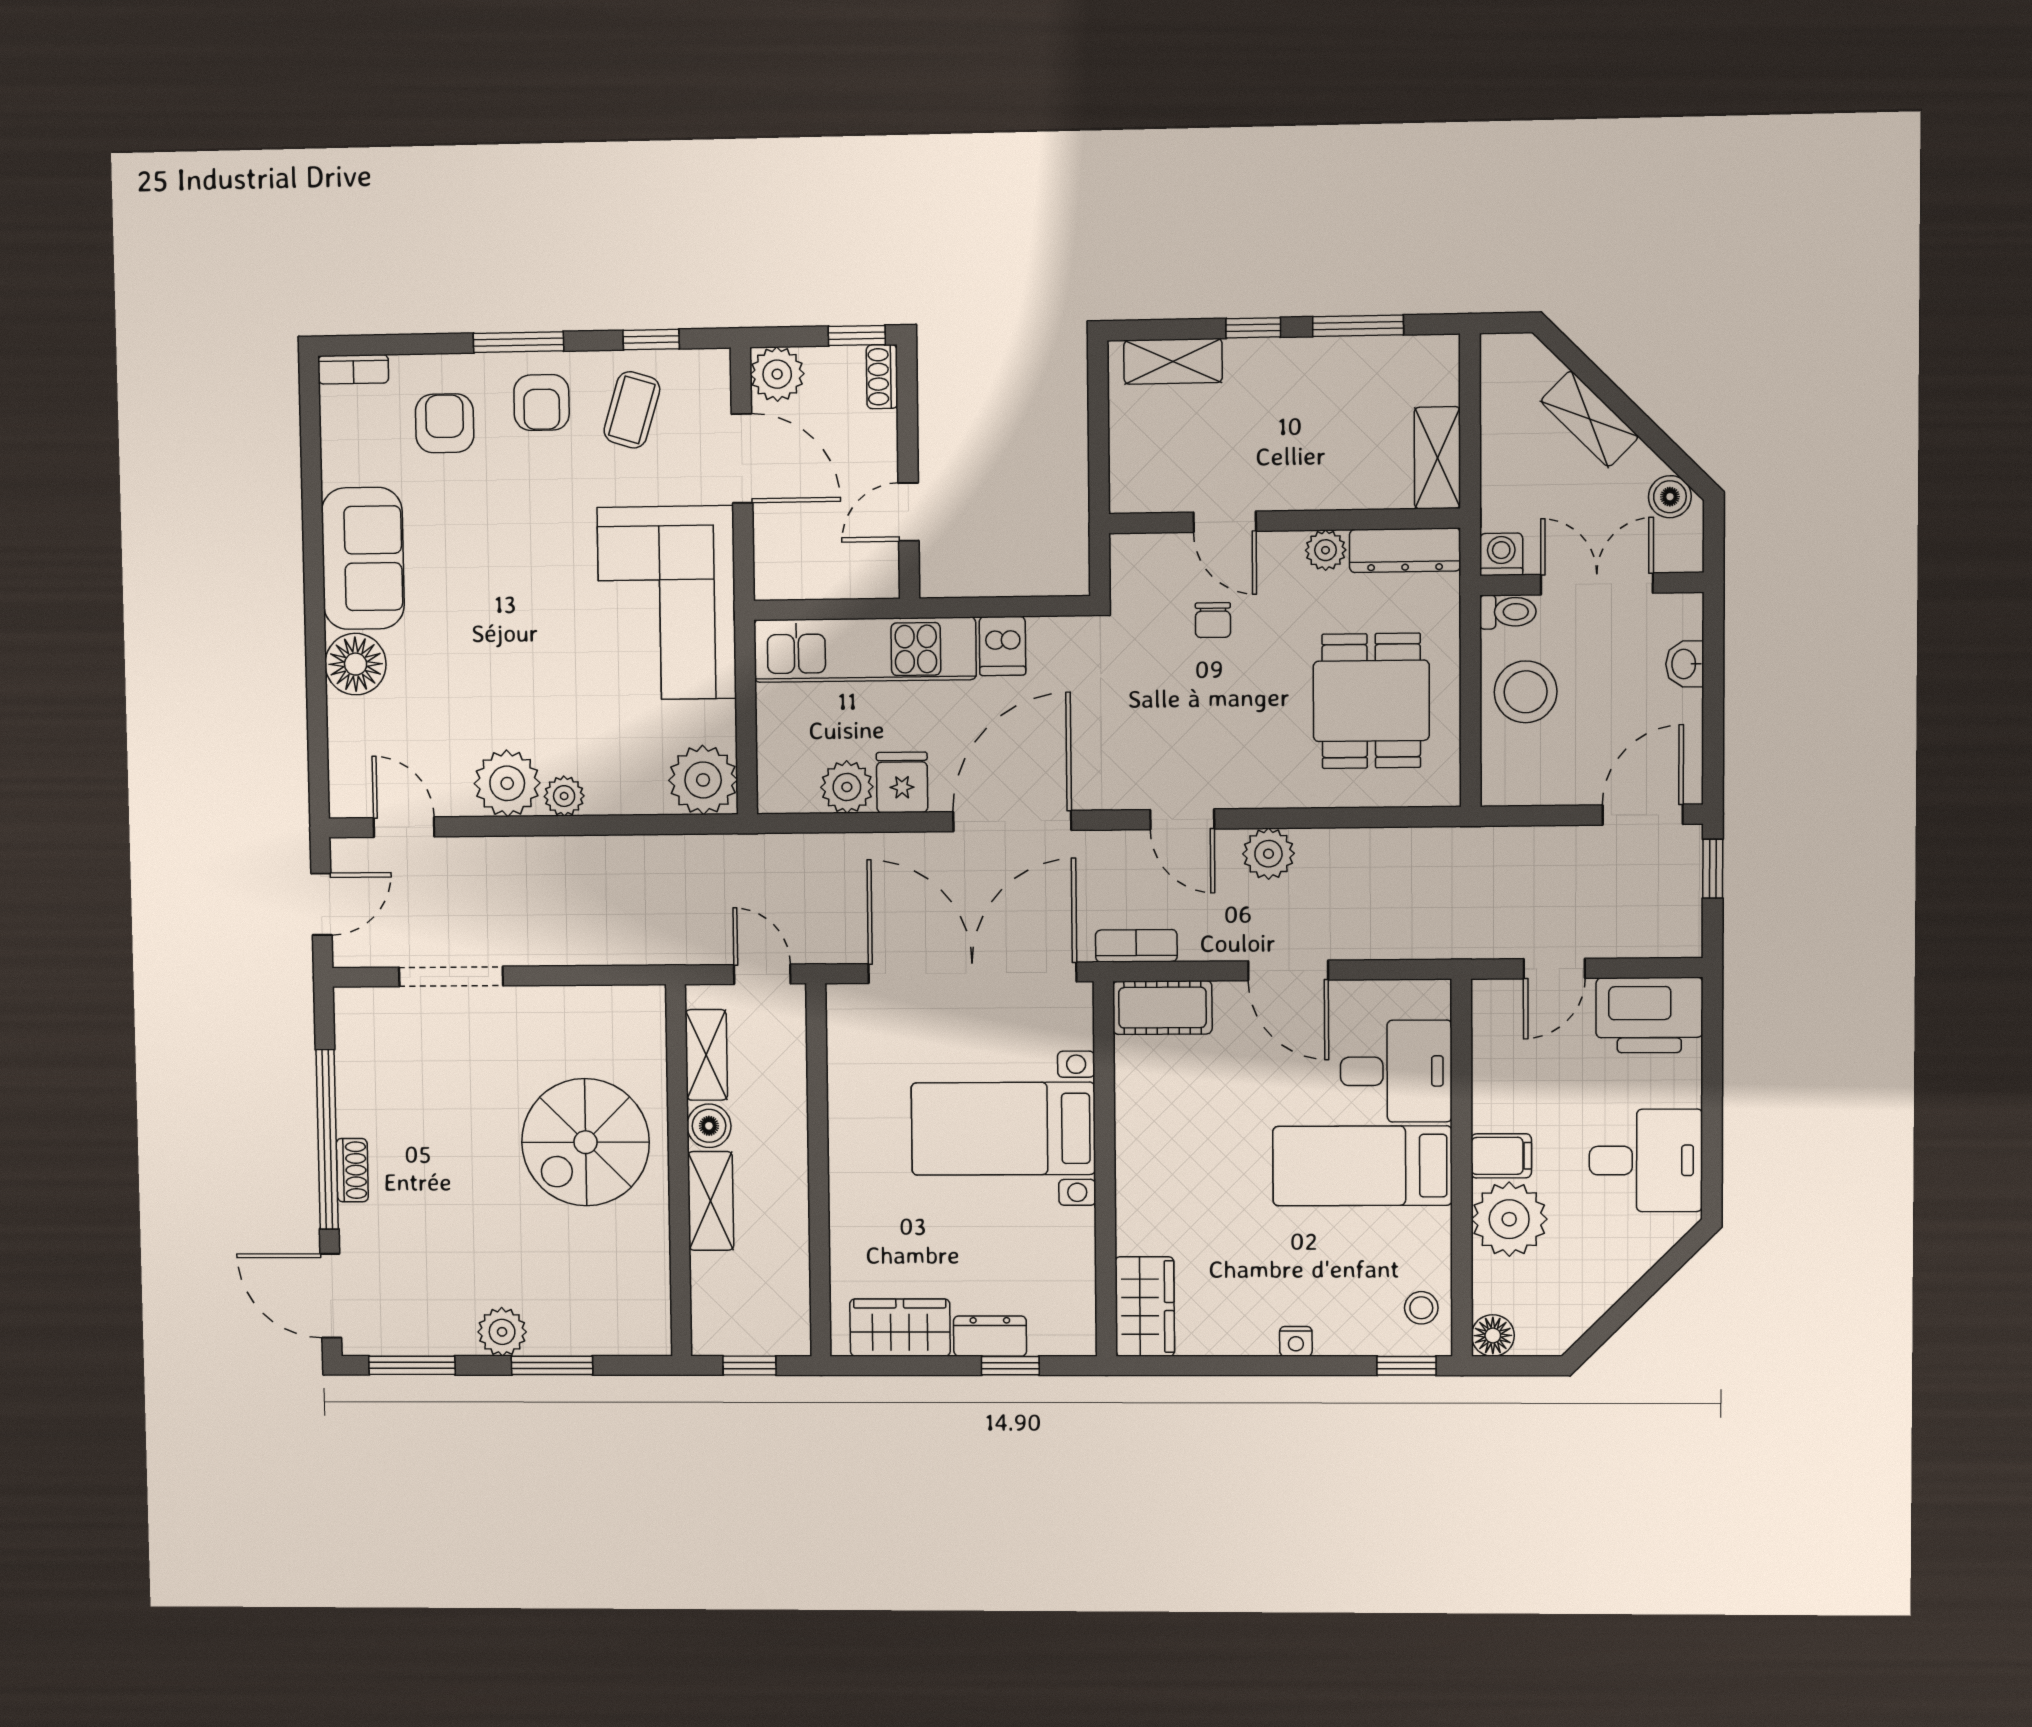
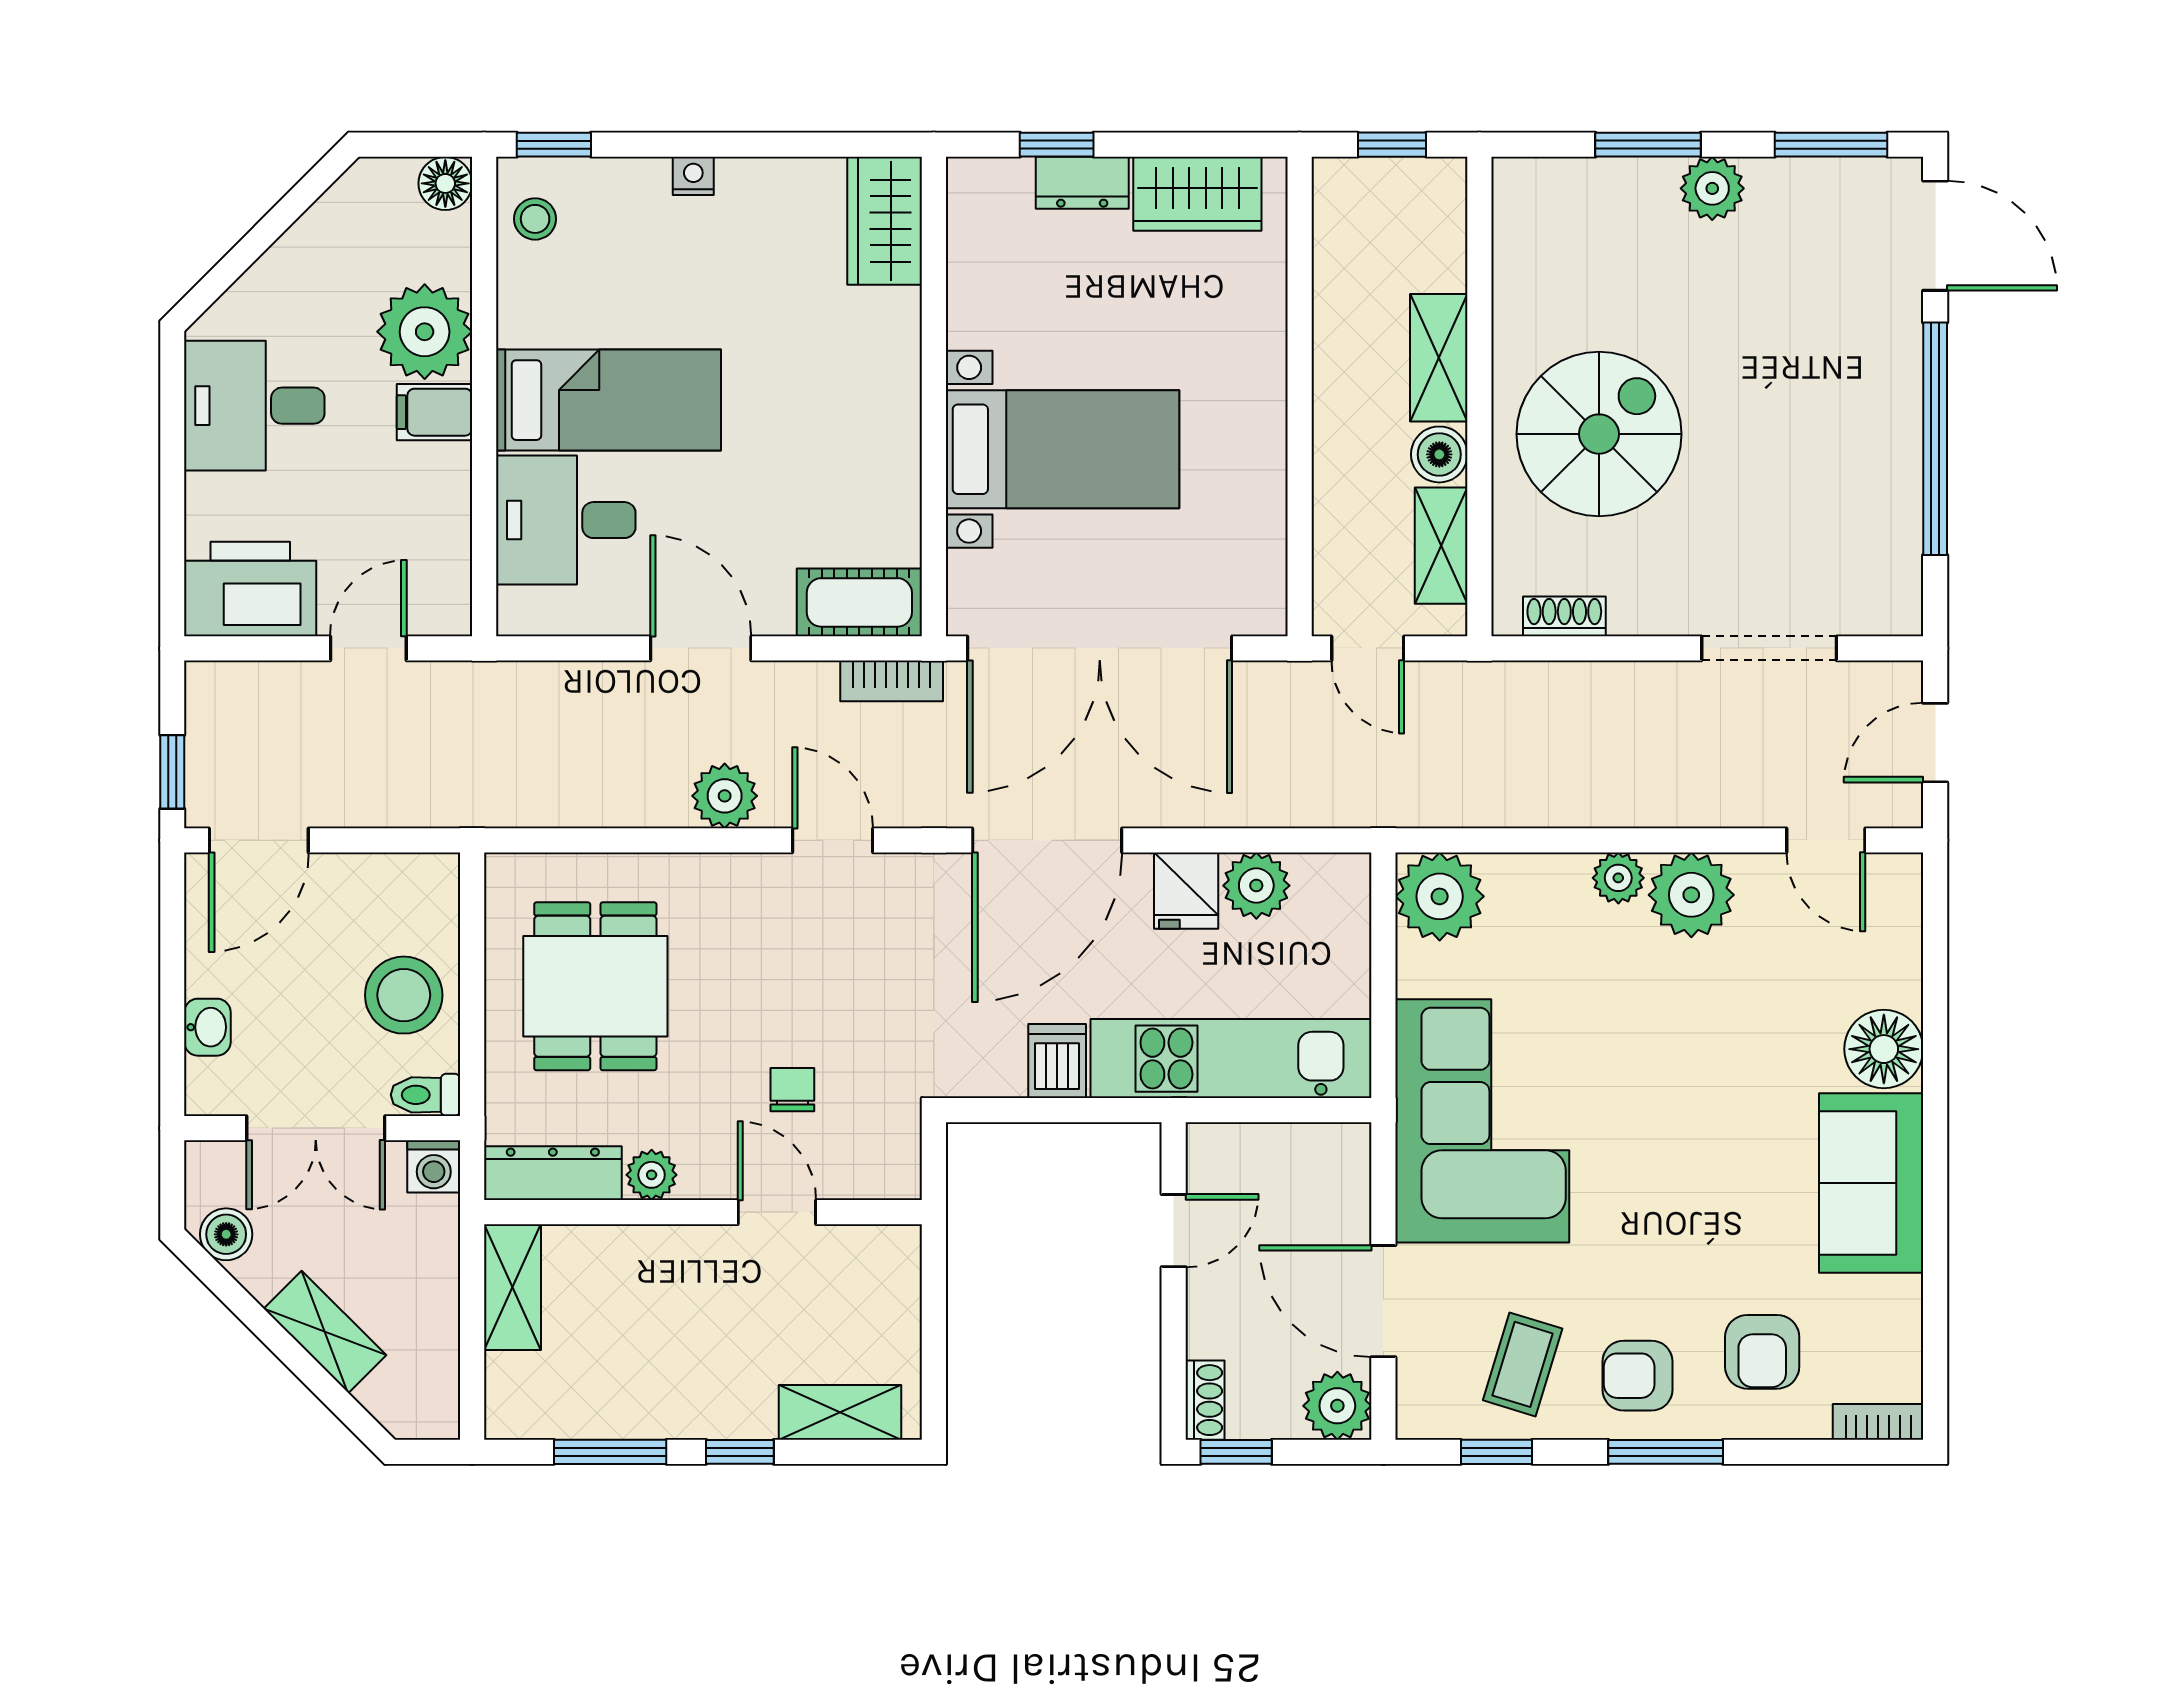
armchair: (542, 403) -> (1638, 1376), turned -90
shoe rack: (352, 1170) -> (1564, 616), moved, turned 90

